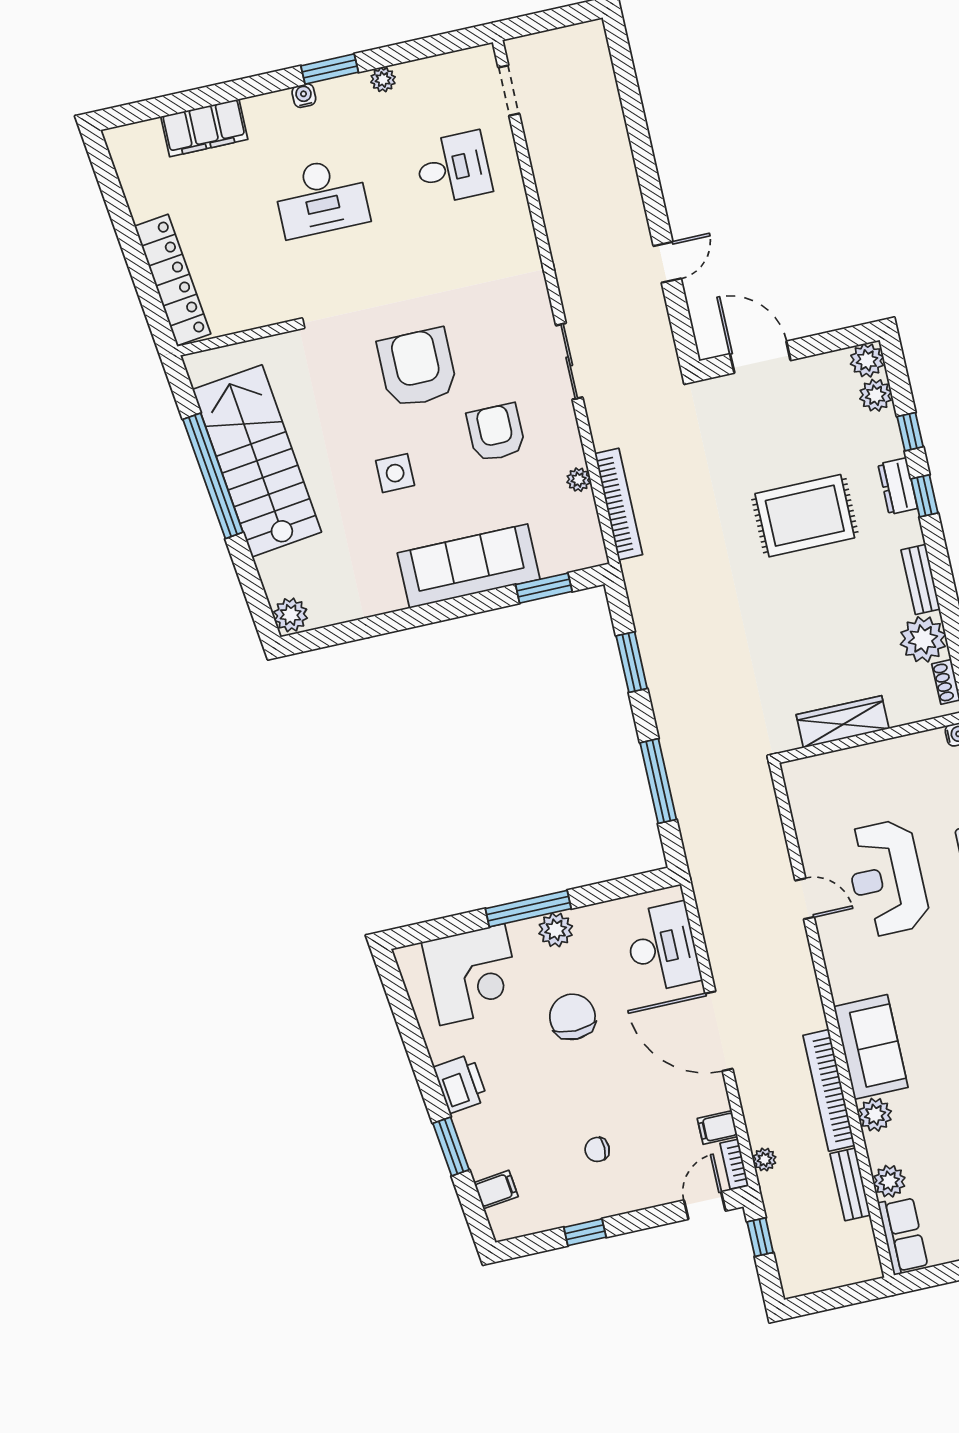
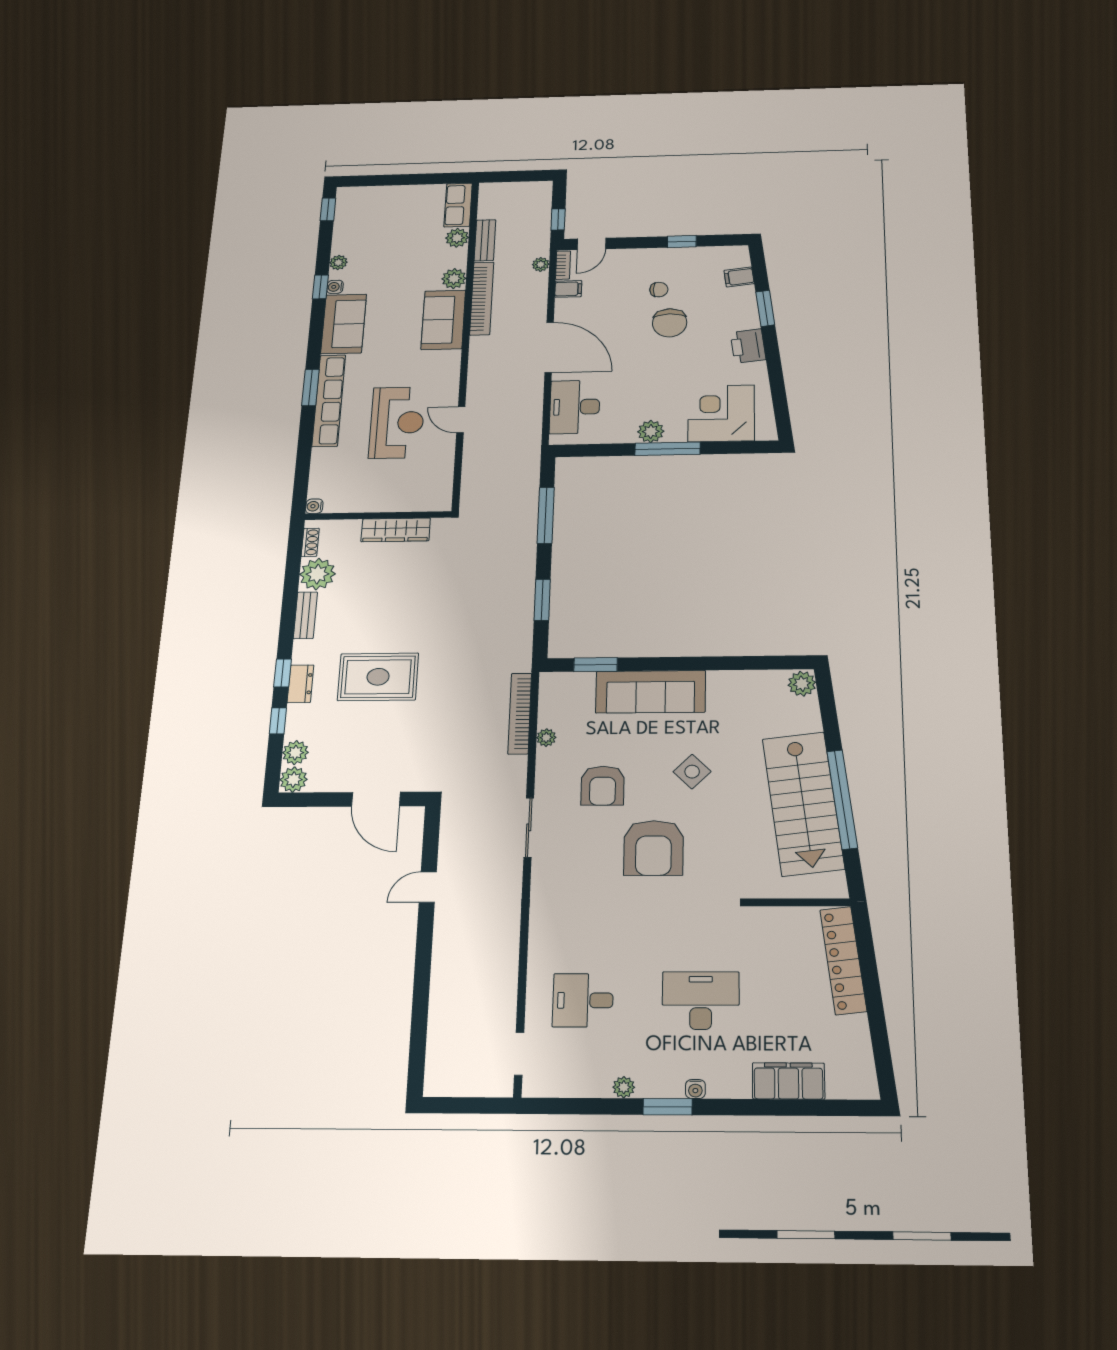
side table: (395, 473) -> (692, 772), turned 45
chair: (572, 1017) -> (670, 323), moved

